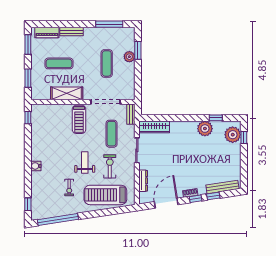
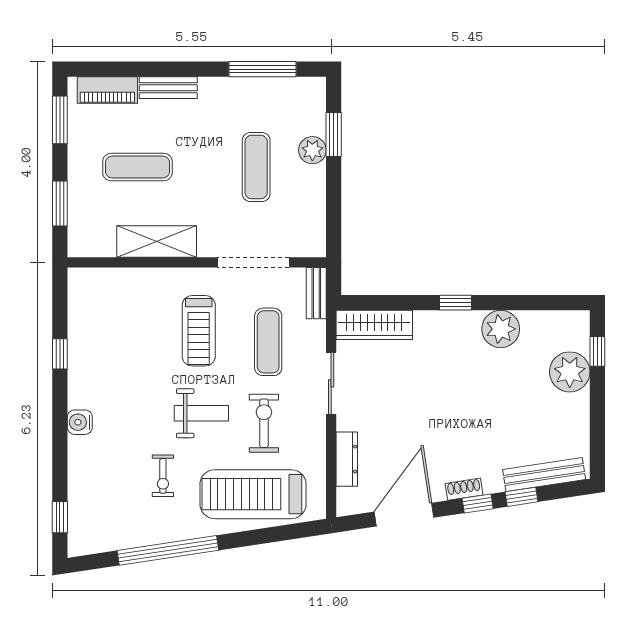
window: (28, 118) -> (60, 354), moved
window: (216, 118) -> (455, 303), moved
treadmill: (79, 119) -> (199, 331), moved
plant: (233, 135) -> (570, 372), moved
weight bench: (85, 162) -> (201, 413), turned 90
window: (58, 220) -> (168, 550), moved

